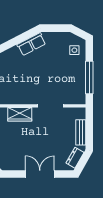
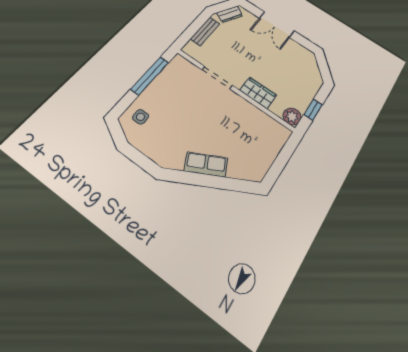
row of seats: (31, 44) -> (206, 164), moved

